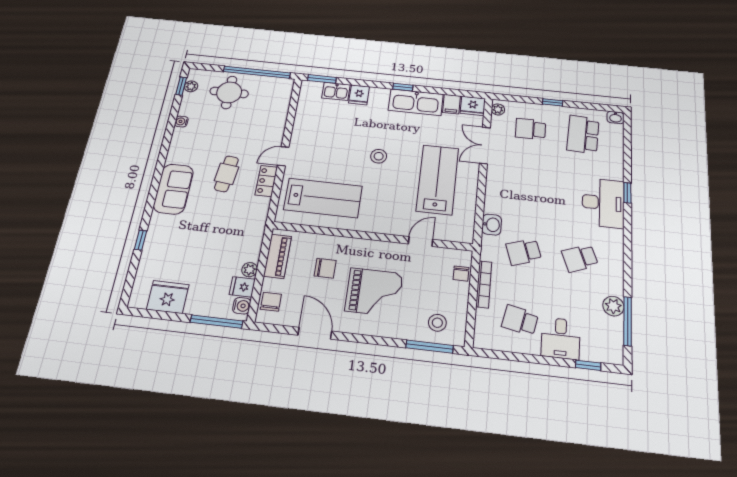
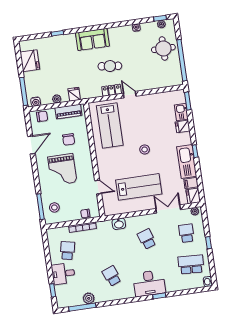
school desk: (524, 252) -> (147, 239), moved
fridge: (242, 287) -> (74, 94), moved

